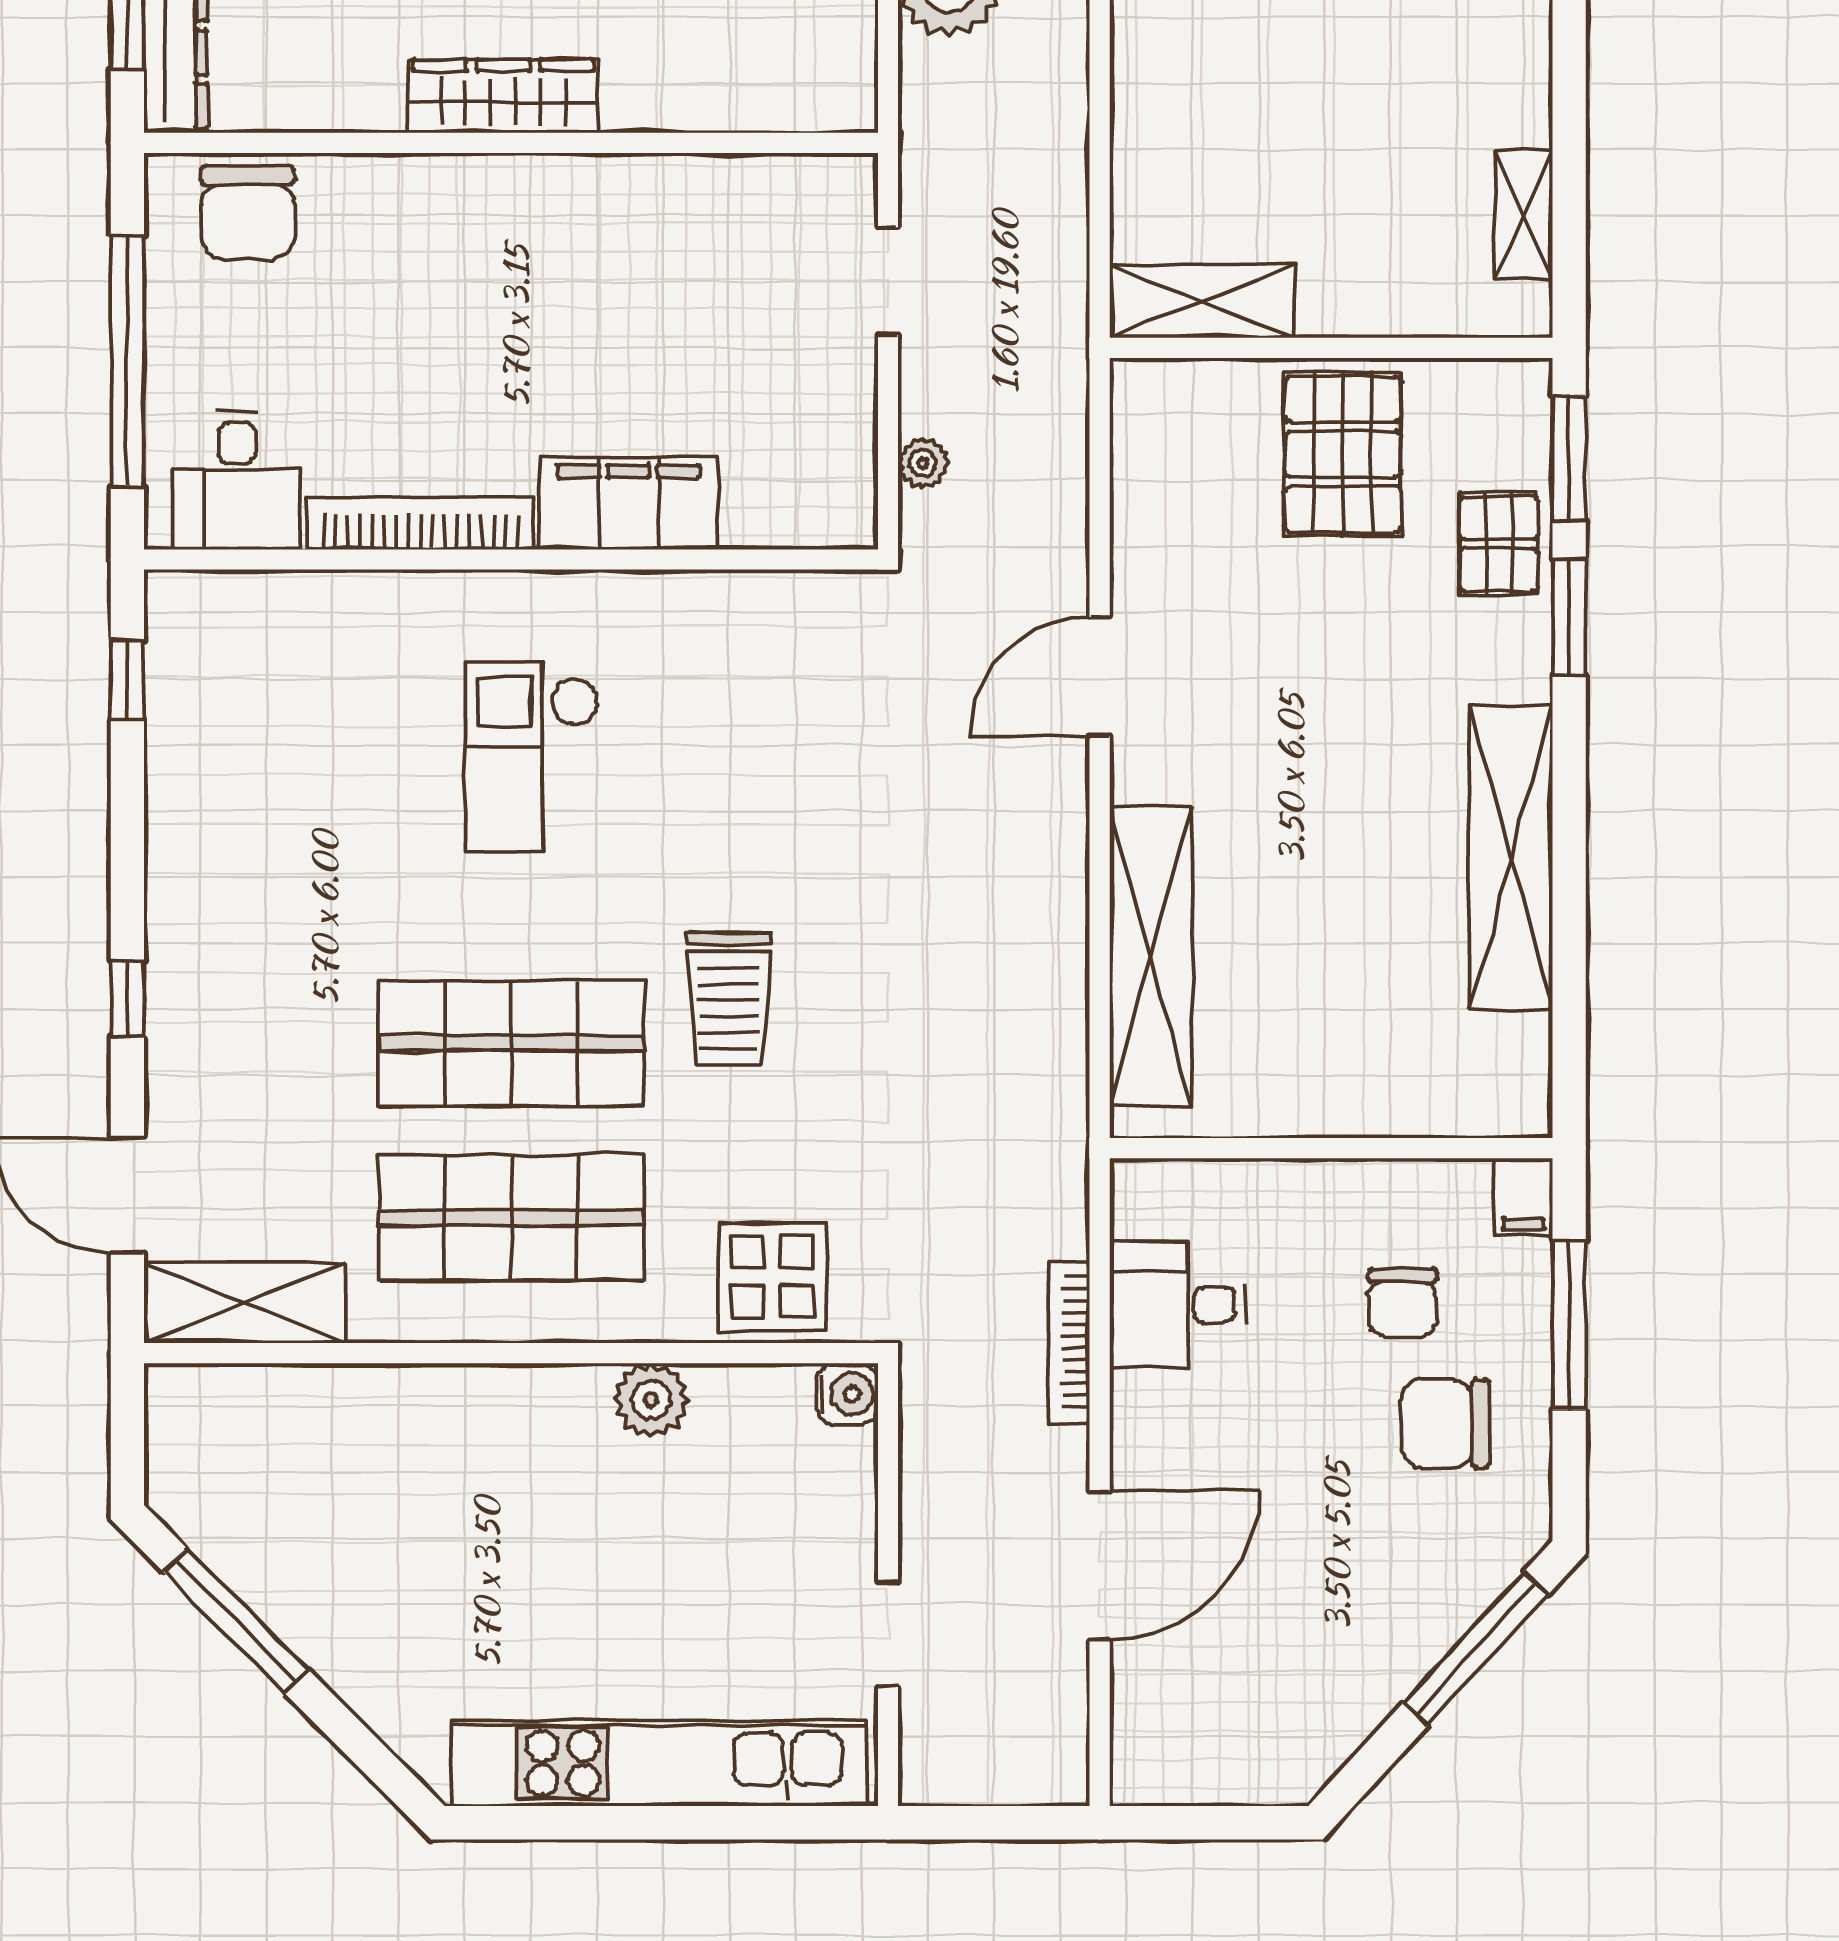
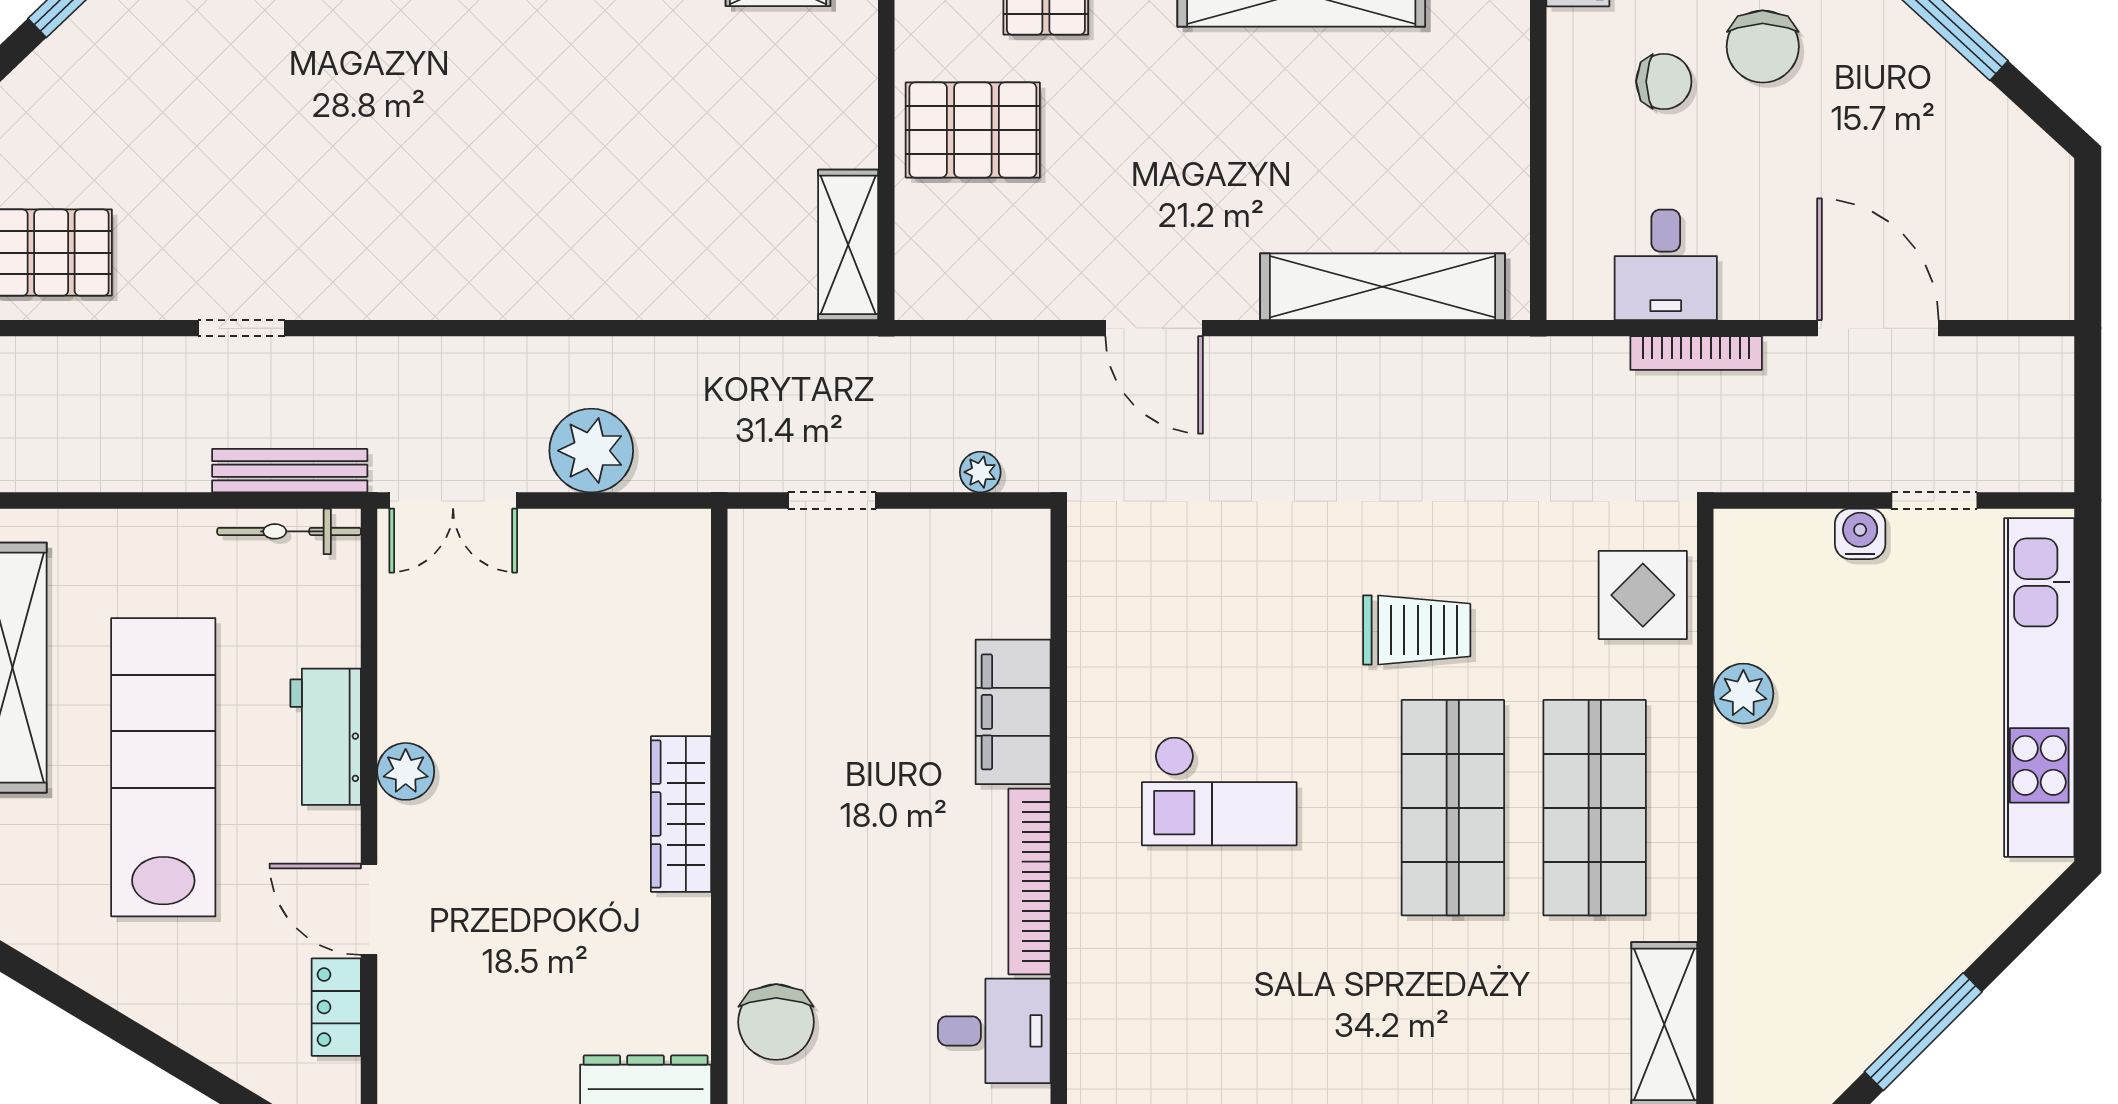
chair: (248, 213) -> (776, 1022), turned 90
water cooler: (847, 1394) -> (1860, 534), moved

